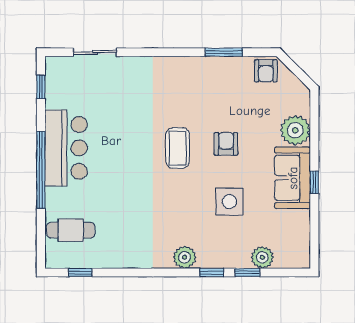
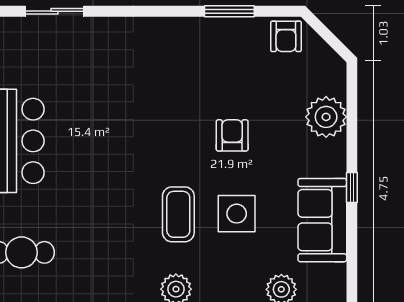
coffee table: (178, 148) -> (178, 214), moved
sofa: (293, 178) -> (322, 220), moved

